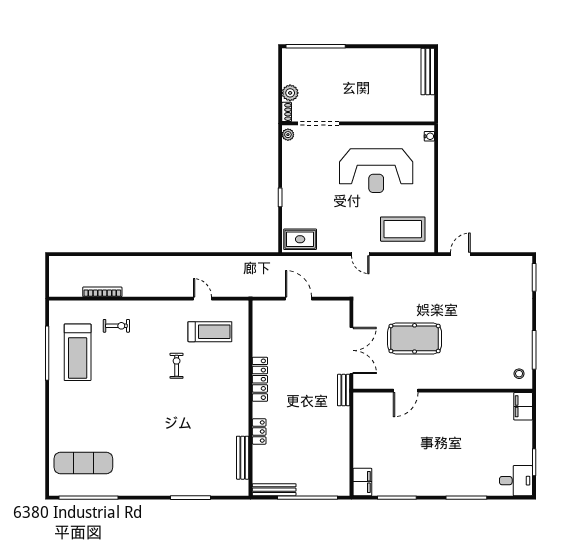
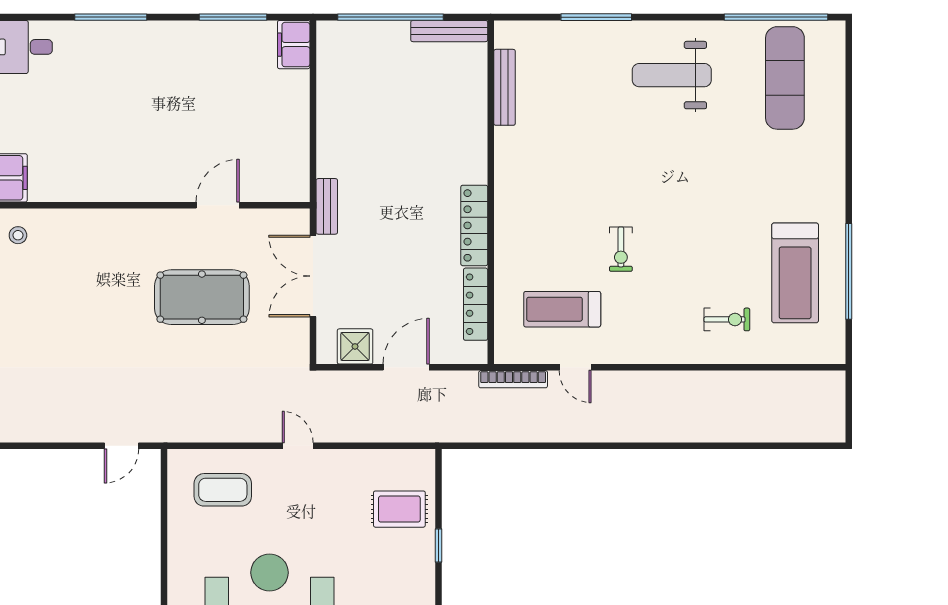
coffee table: (403, 229) -> (223, 490), width x0.73, depth x0.76
rug: (300, 239) -> (399, 509), moved
bookcase: (102, 292) -> (513, 379), moved
door: (299, 299) -> (406, 367), swing flipped
shower: (328, 310) -> (355, 346), added
exercise bike: (116, 326) -> (727, 319), turned 180
treadmill: (78, 352) -> (795, 273), turned 180
locker: (259, 431) -> (476, 304), moved, width x1.53
exercise mat: (83, 463) -> (785, 78), turned 90
weight bench: (148, 465) -> (672, 75), added

